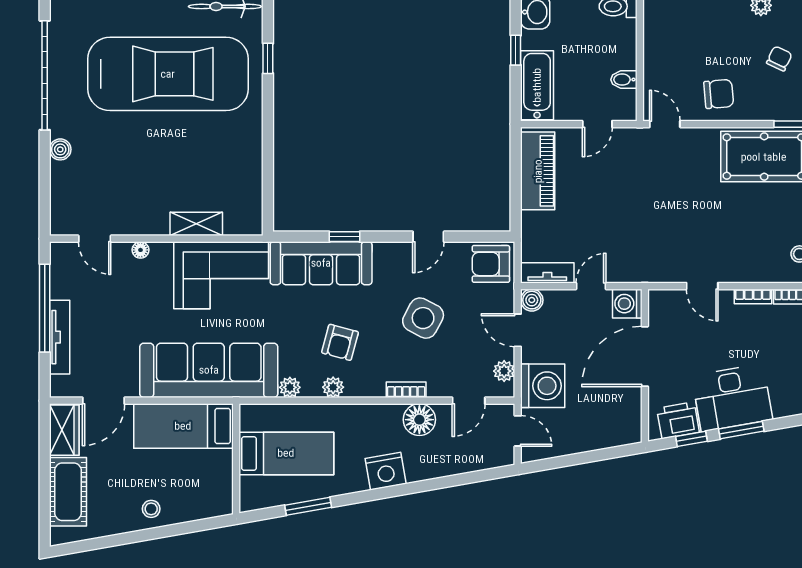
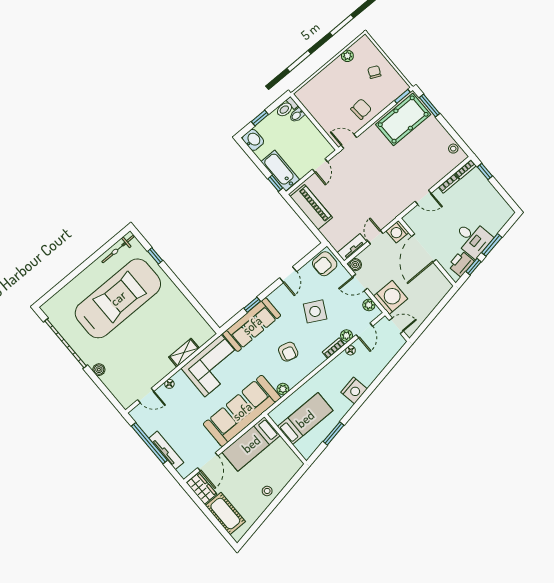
window: (516, 50) -> (275, 183), moved
bidet: (624, 80) -> (297, 115), moved
plant: (333, 387) -> (346, 336), moved
desk: (732, 398) -> (473, 239), width x0.73
floor lamp: (419, 420) -> (351, 350), width x0.53, depth x0.53

